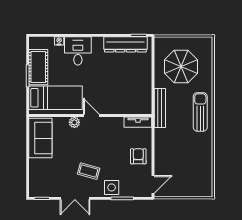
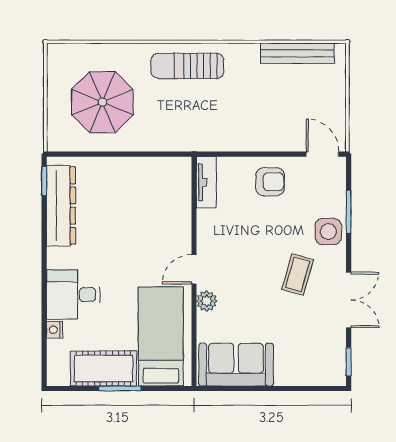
bench: (160, 108) -> (297, 53), moved
armchair: (138, 156) -> (270, 182), turned 180

